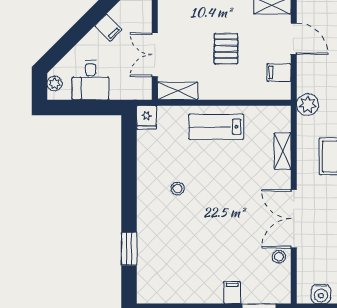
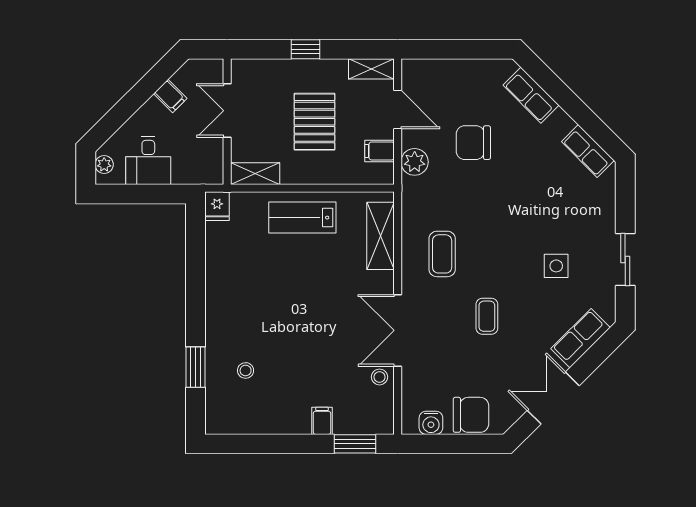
pallet: (226, 49) -> (315, 122), width x1.50, depth x1.42
double door: (155, 55) -> (227, 111), moved
plant: (308, 105) -> (415, 162), moved
shelving: (283, 151) -> (381, 236), width x1.50, depth x1.33
stool: (178, 189) -> (246, 370), moved

